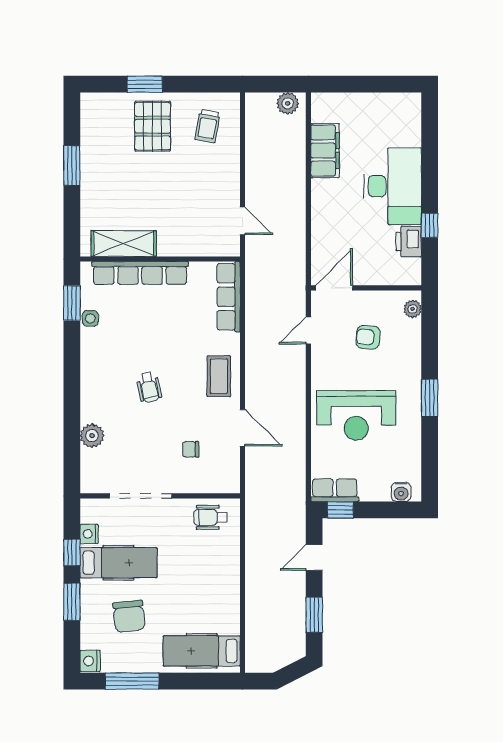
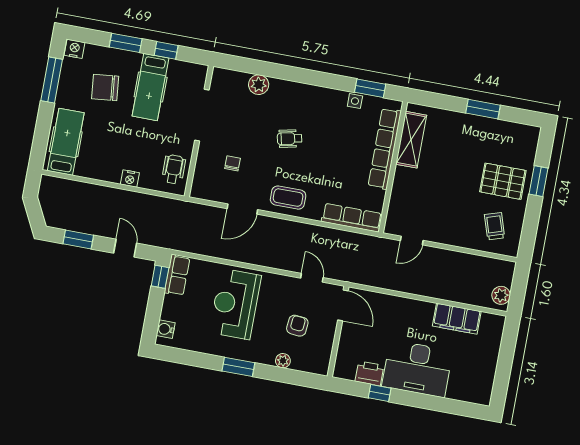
trolley: (207, 126) -> (495, 226), turned 62
plant: (413, 309) -> (283, 361), moved
nightstand: (89, 534) -> (130, 178), moved, turned 180

